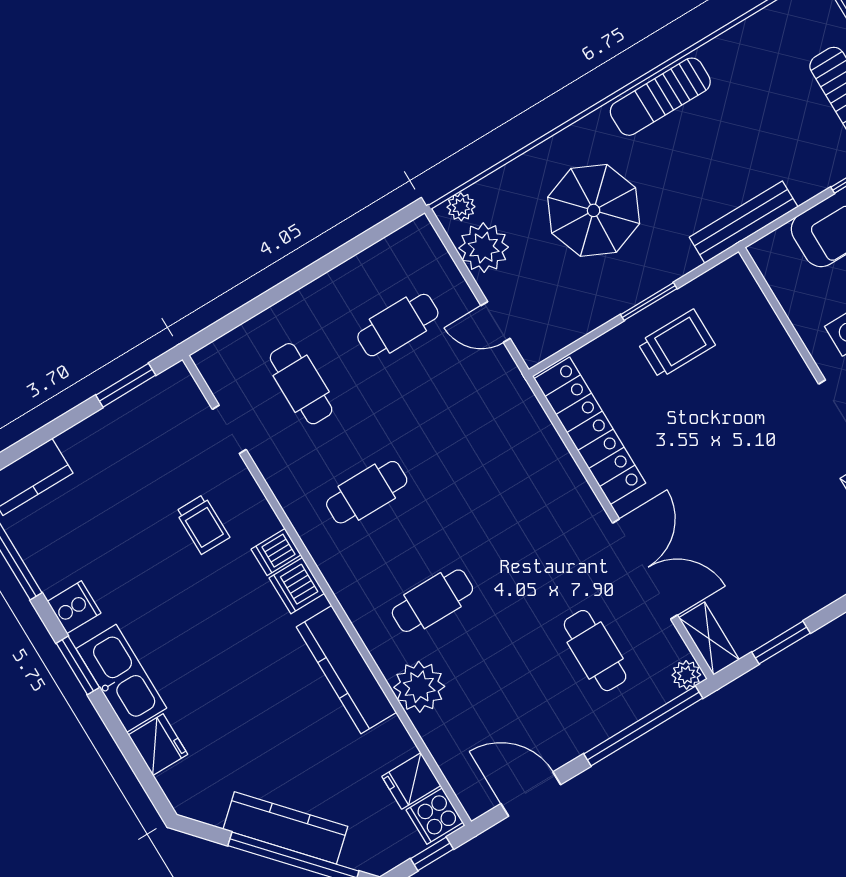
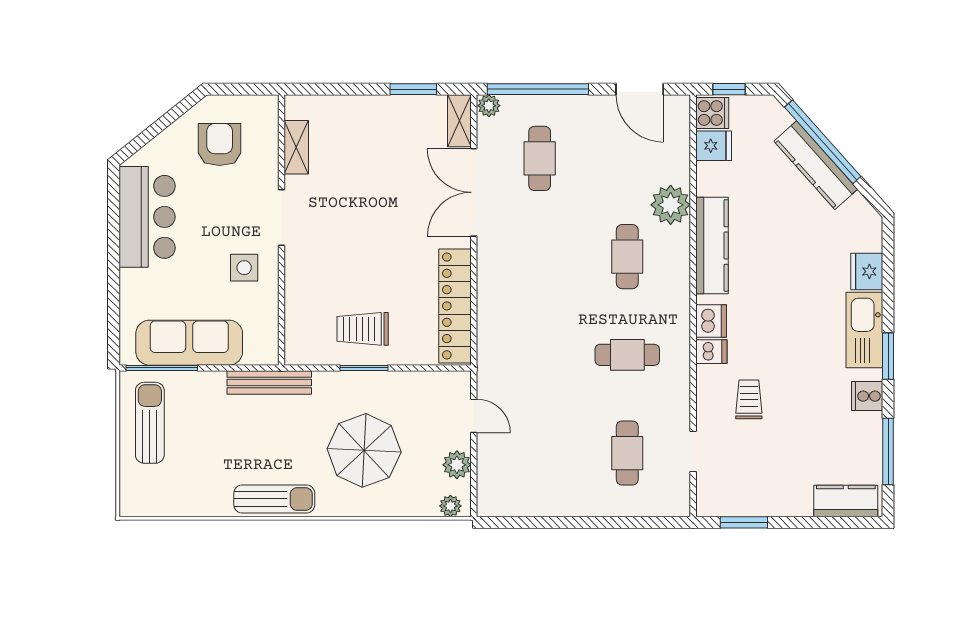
plant: (484, 248) -> (457, 465), width x0.73, depth x0.73
cafe table: (398, 325) -> (540, 453), removed
cafe table: (432, 601) -> (627, 257), turned 90

